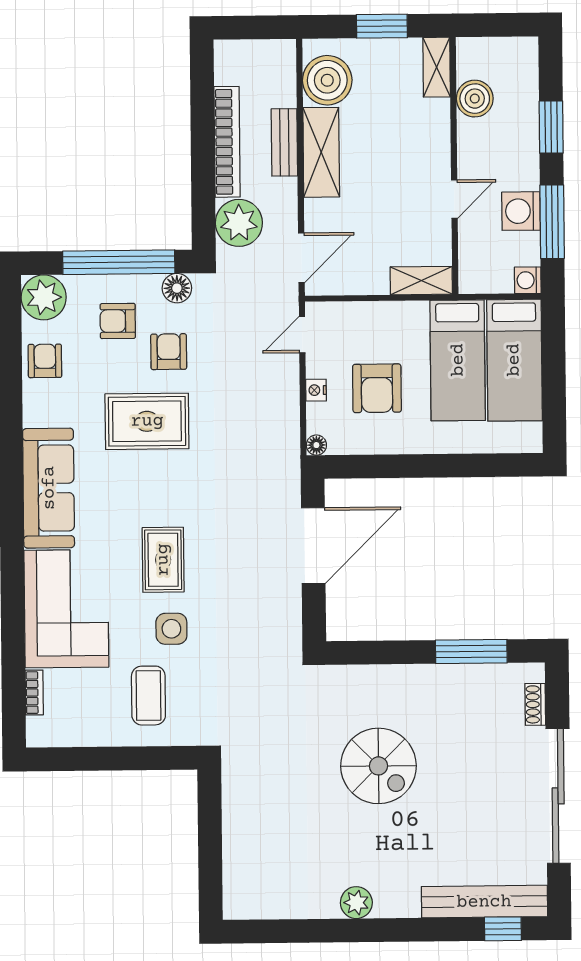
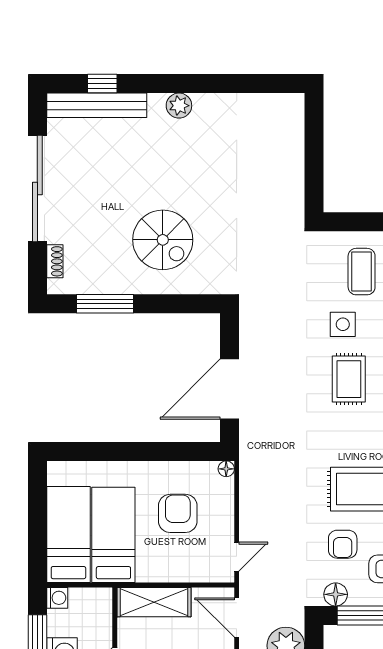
door: (301, 258) -> (237, 618), hinge flipped
shelving: (421, 281) -> (154, 602), width x1.50, depth x1.33
nightstand: (316, 390) -> (226, 512), removed
spiral stairs: (378, 766) -> (163, 240), moved, turned 180
plant: (356, 903) -> (179, 106), moved
window: (503, 929) -> (102, 83), moved

